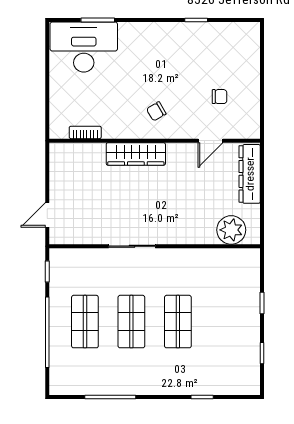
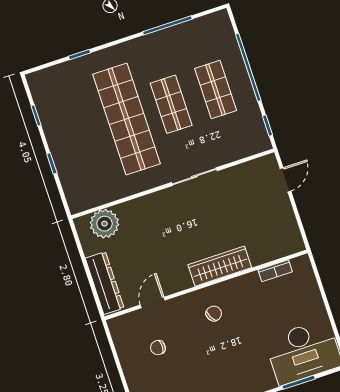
shop shelf: (178, 322) -> (127, 119), width x2.00, depth x1.36

